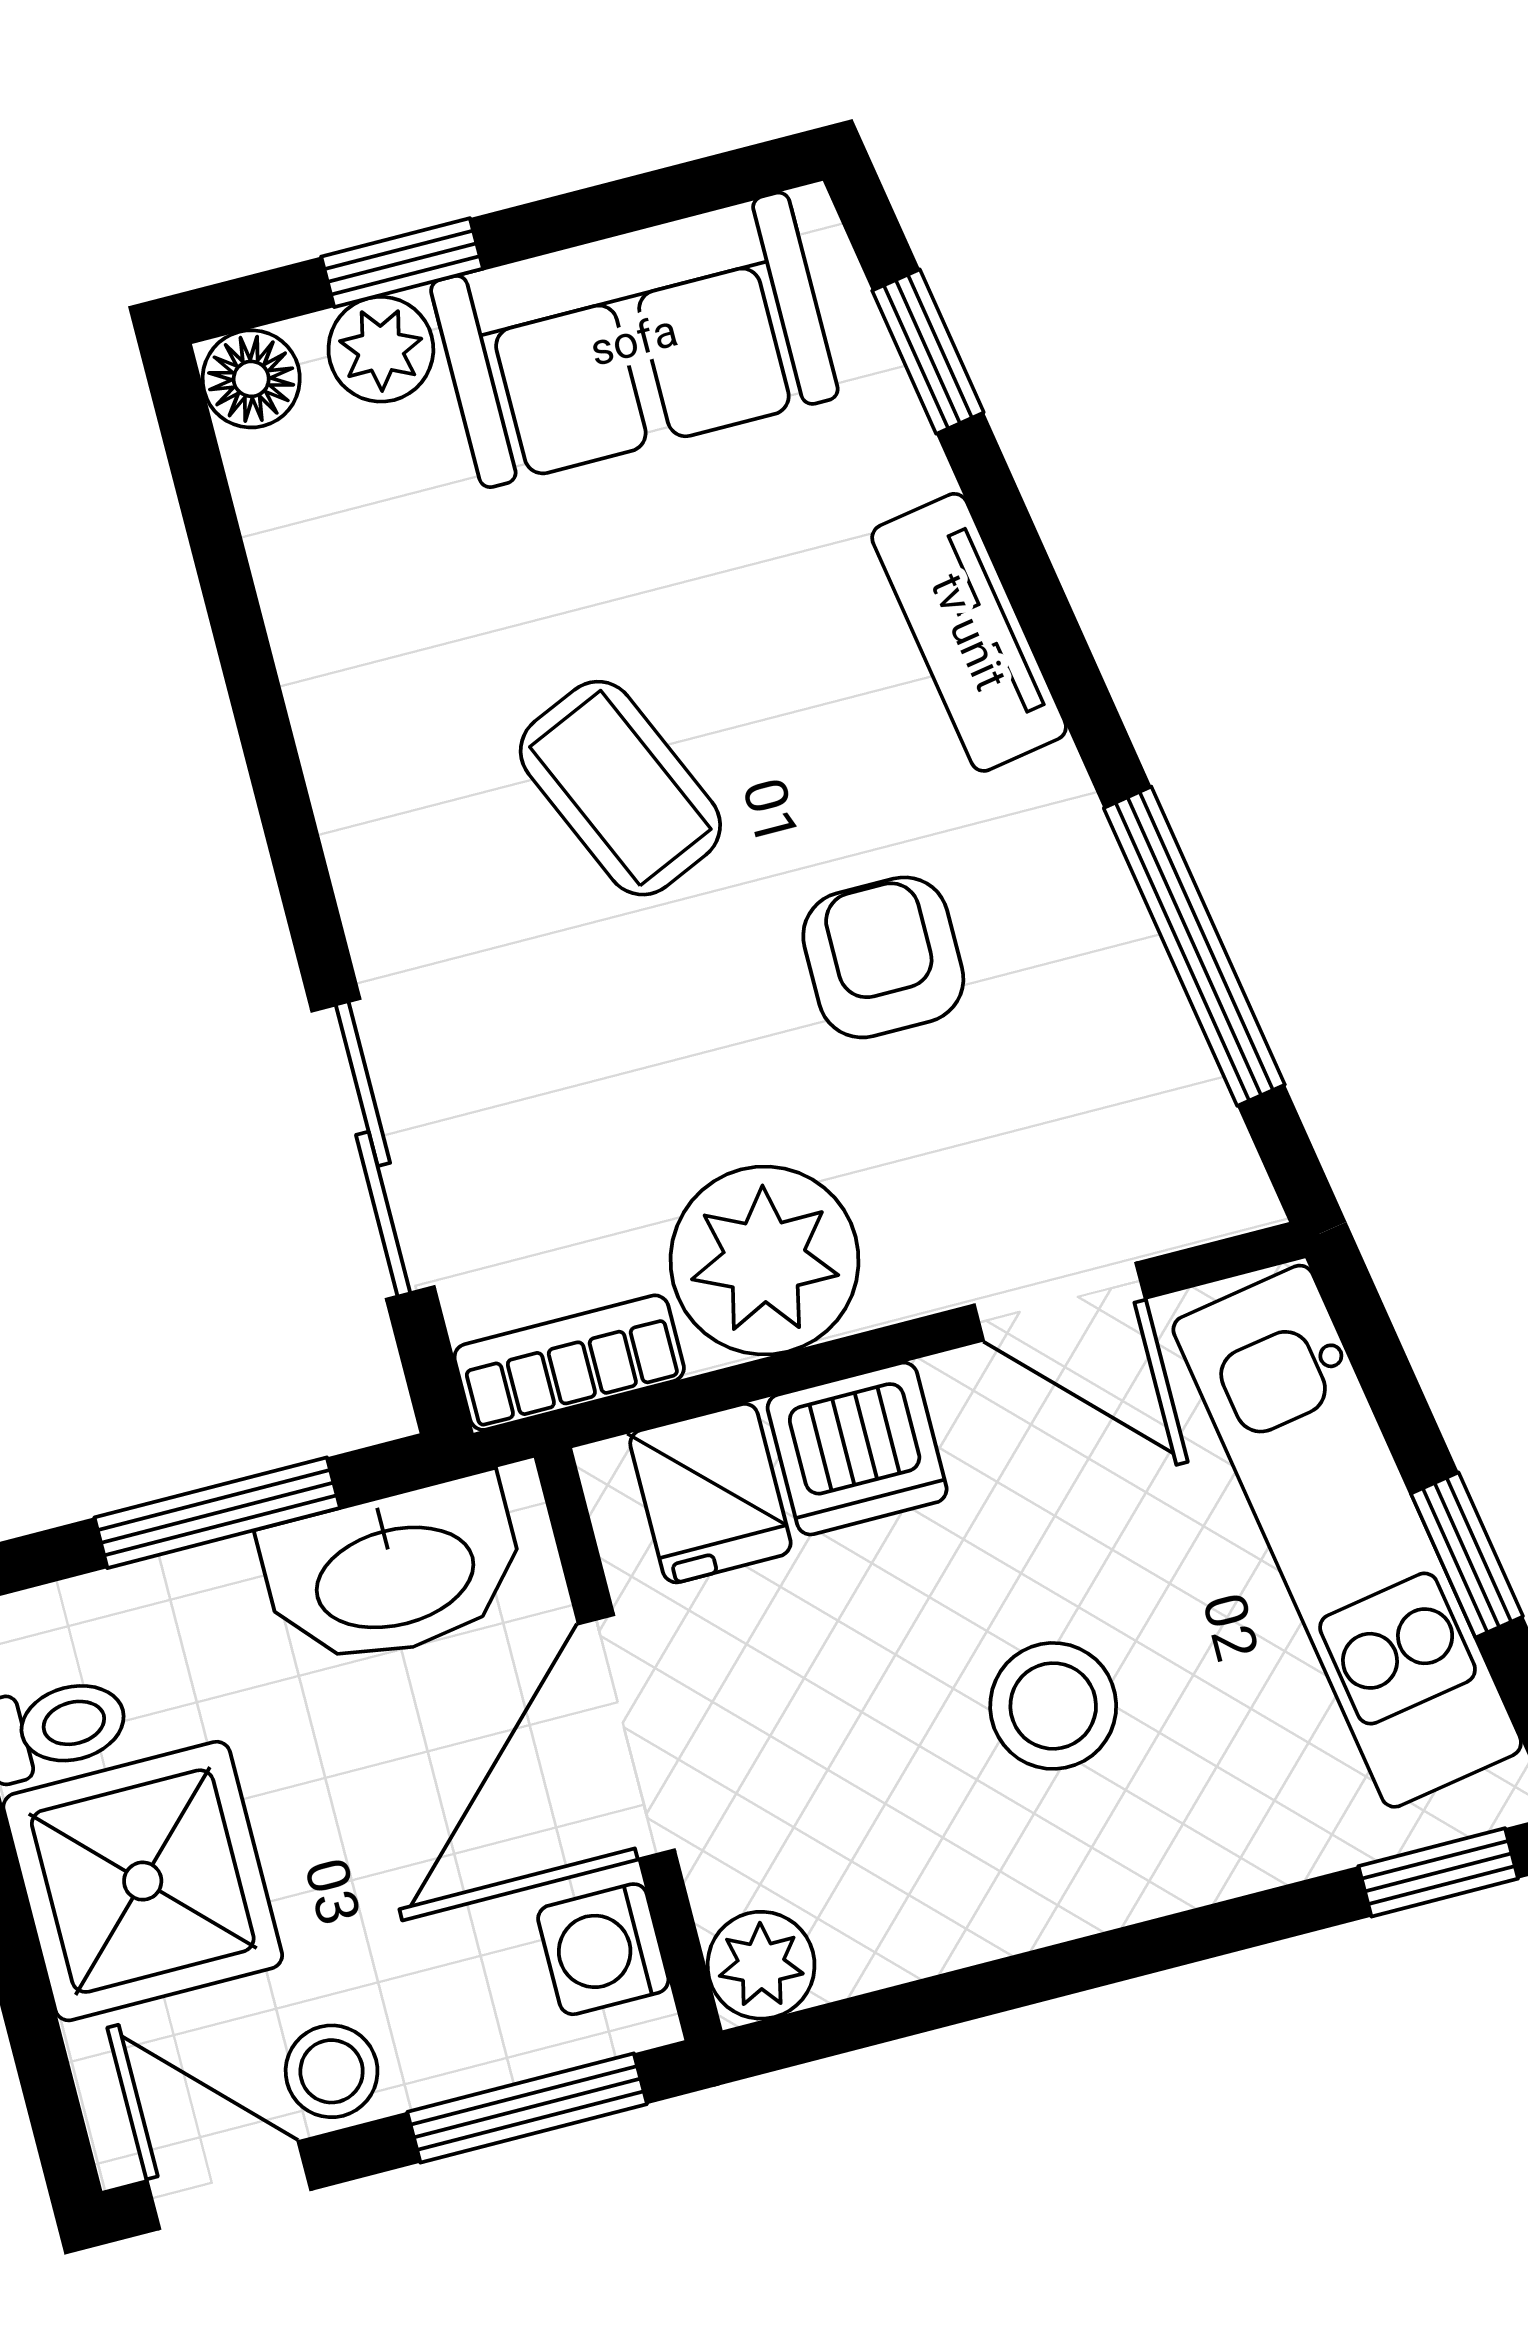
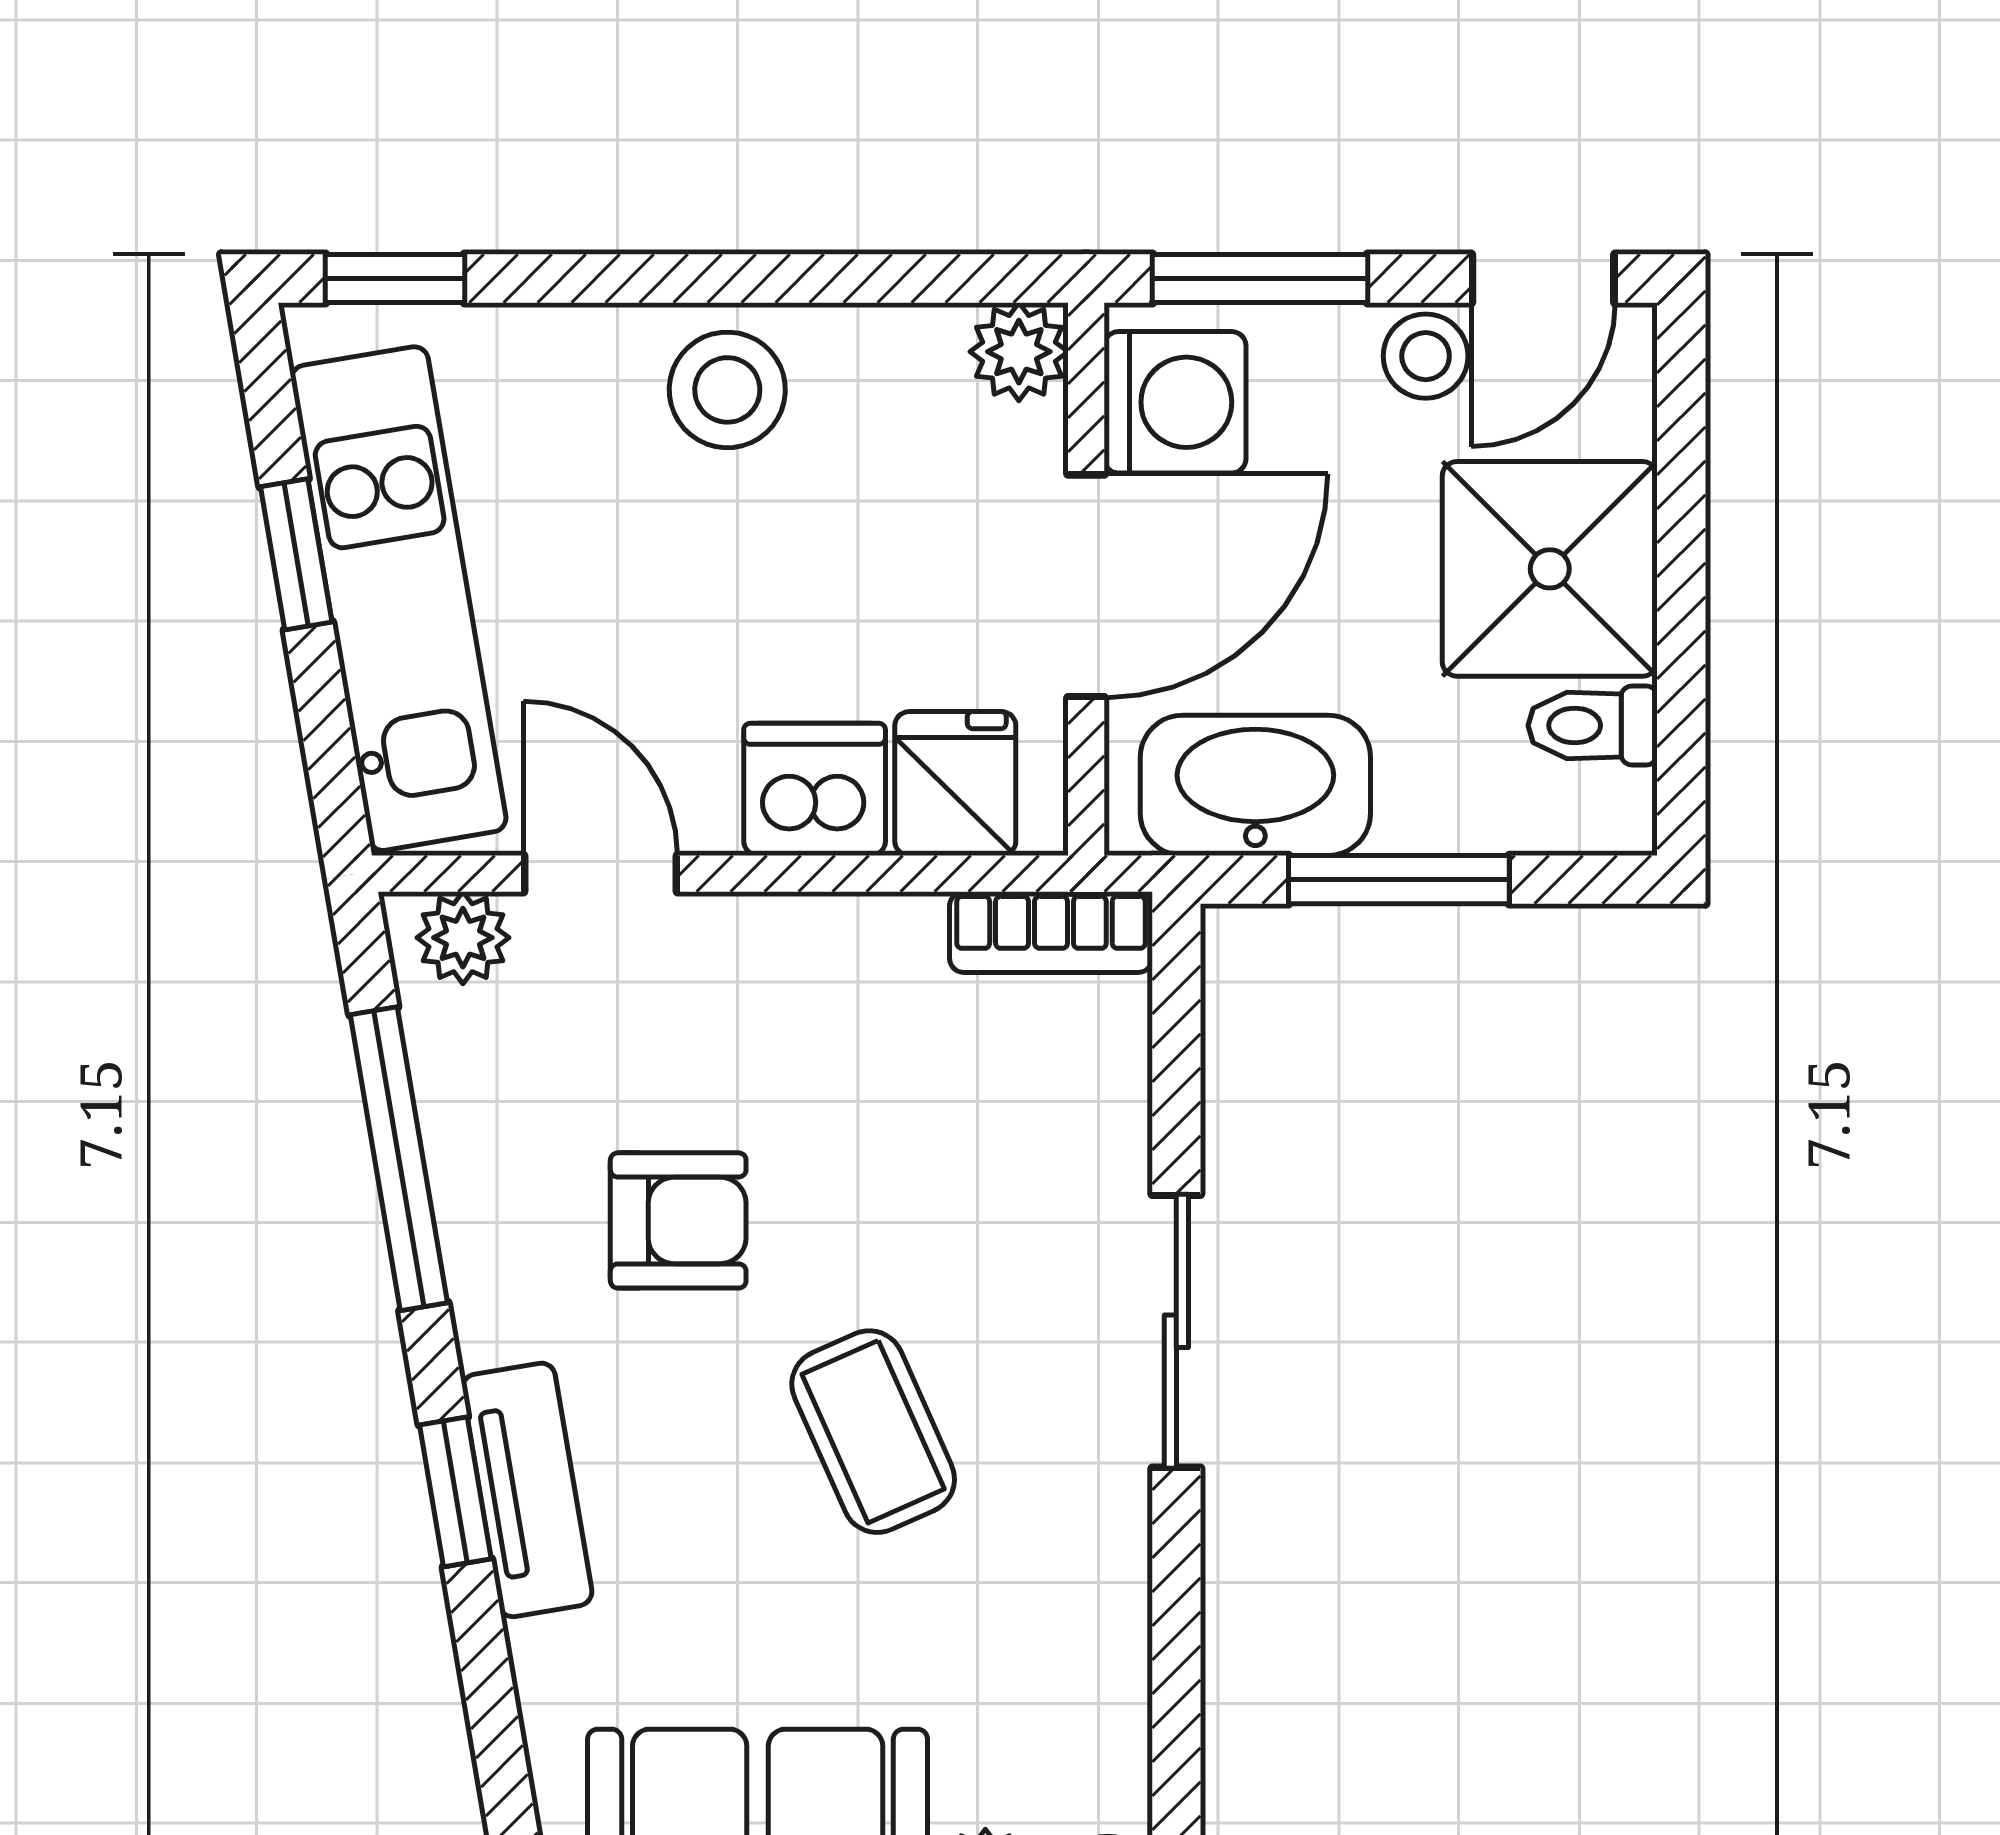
window: (928, 352) -> (455, 1492), moved
armchair: (883, 957) -> (678, 1220), turned -90
sliding door: (373, 1149) -> (1176, 1331), moved
plant: (765, 1260) -> (463, 938), moved, width x0.53, depth x0.53
stool: (1053, 1706) -> (727, 390), moved
washing machine: (603, 1949) -> (1175, 402), width x1.38, depth x1.38
door: (229, 2185) -> (1543, 278), hinge flipped

